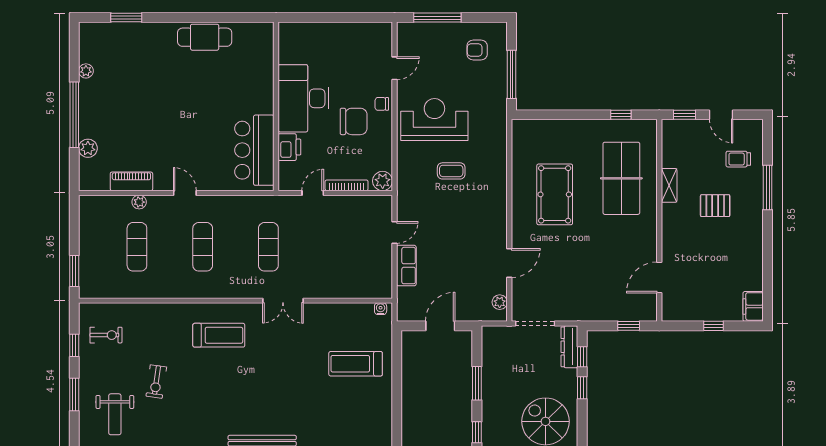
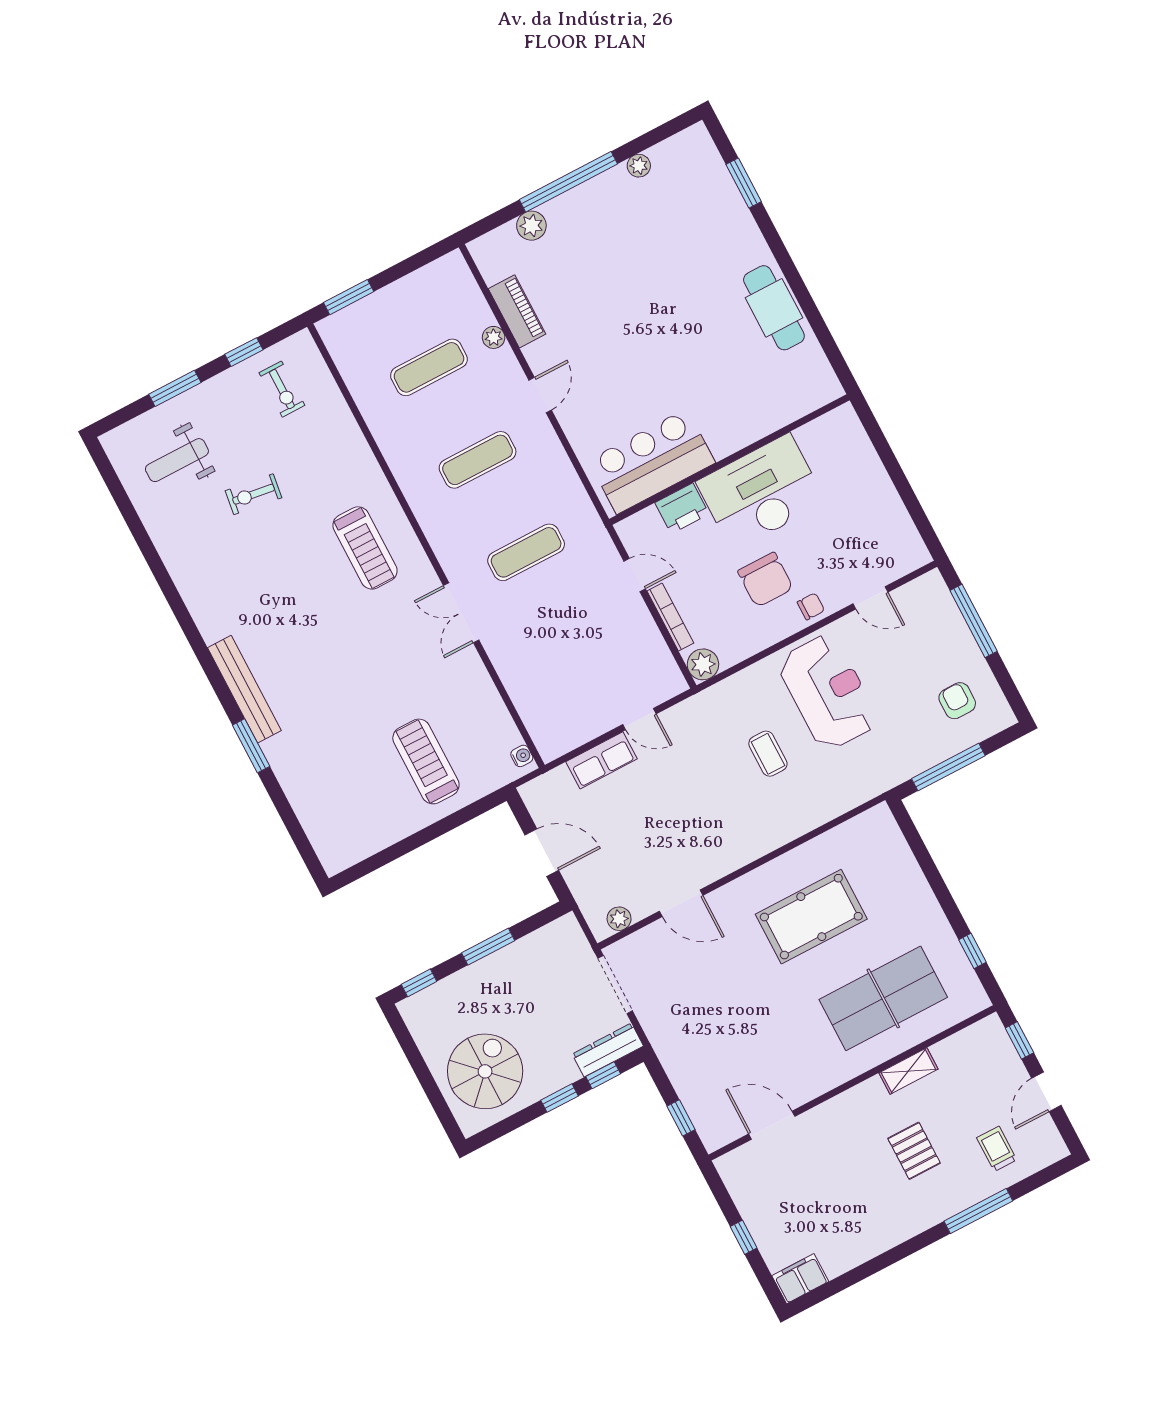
chair: (382, 104) -> (811, 606), turned 90

